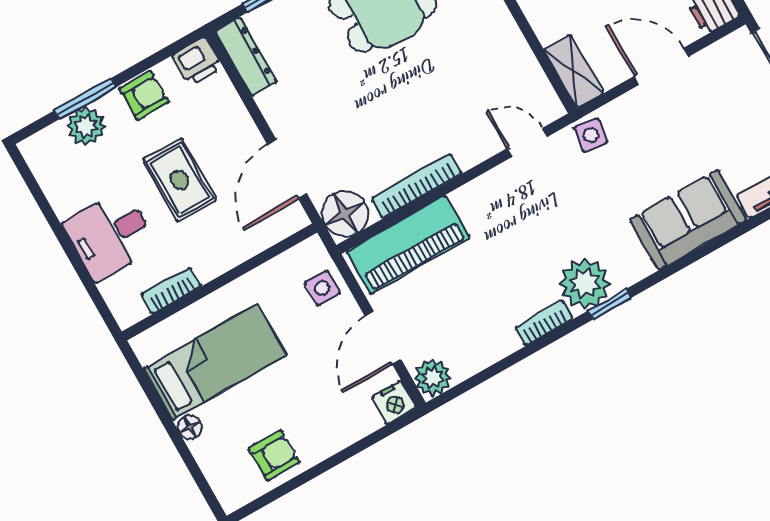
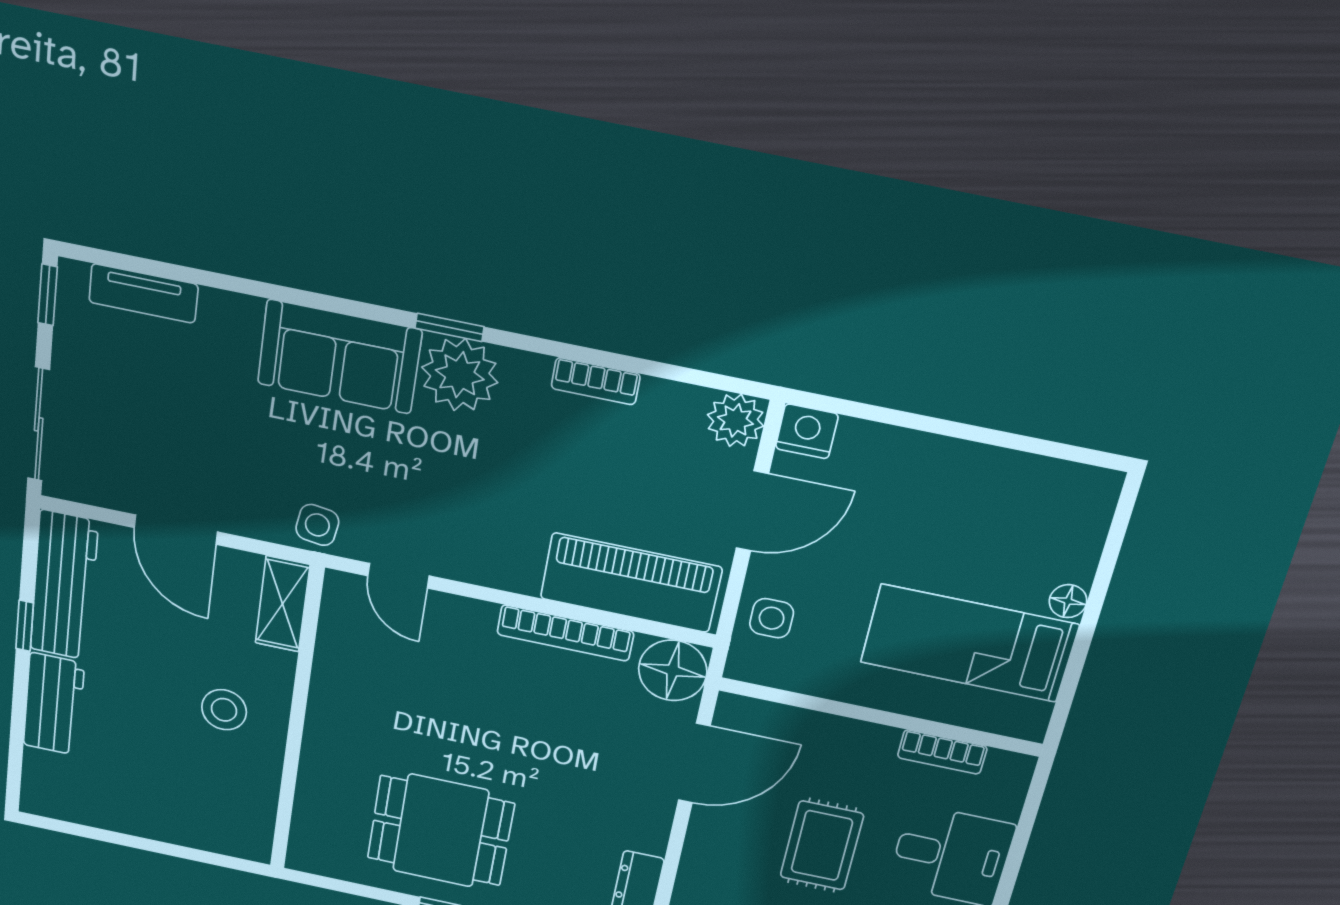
sofa: (688, 220) -> (339, 357), moved
bookcase: (544, 323) -> (596, 381), moved
armchair: (274, 456) -> (1004, 491), removed

